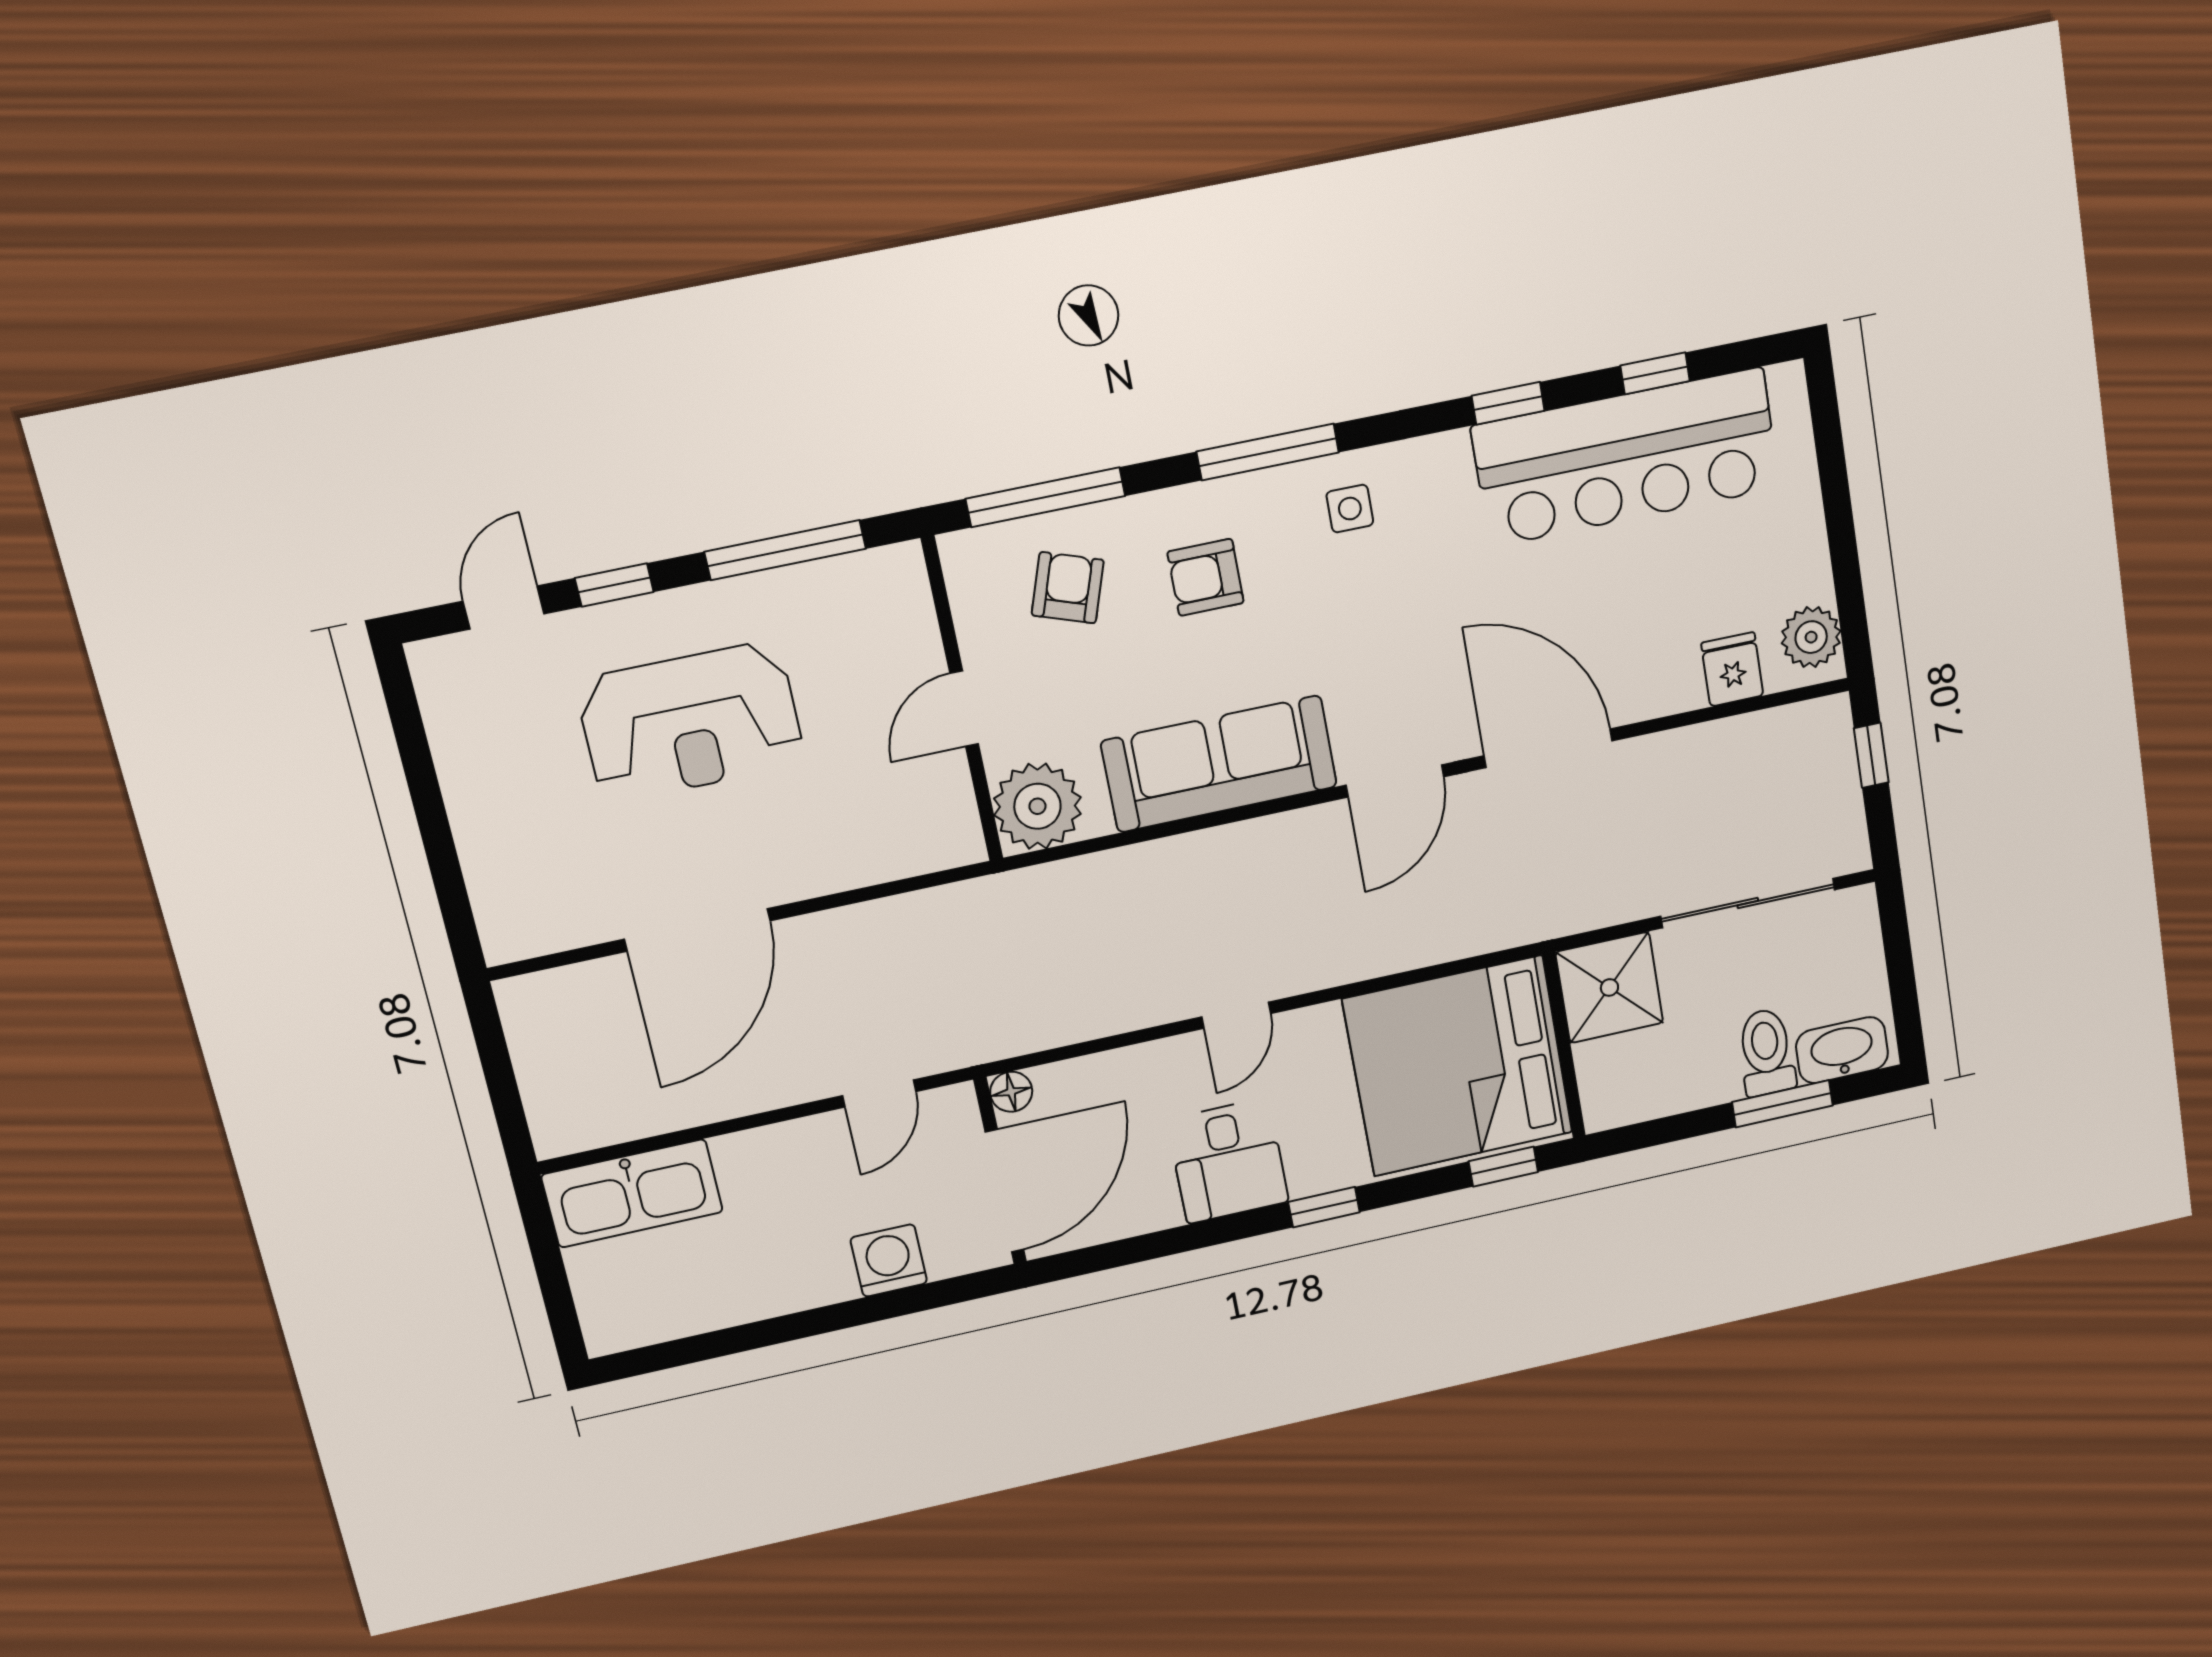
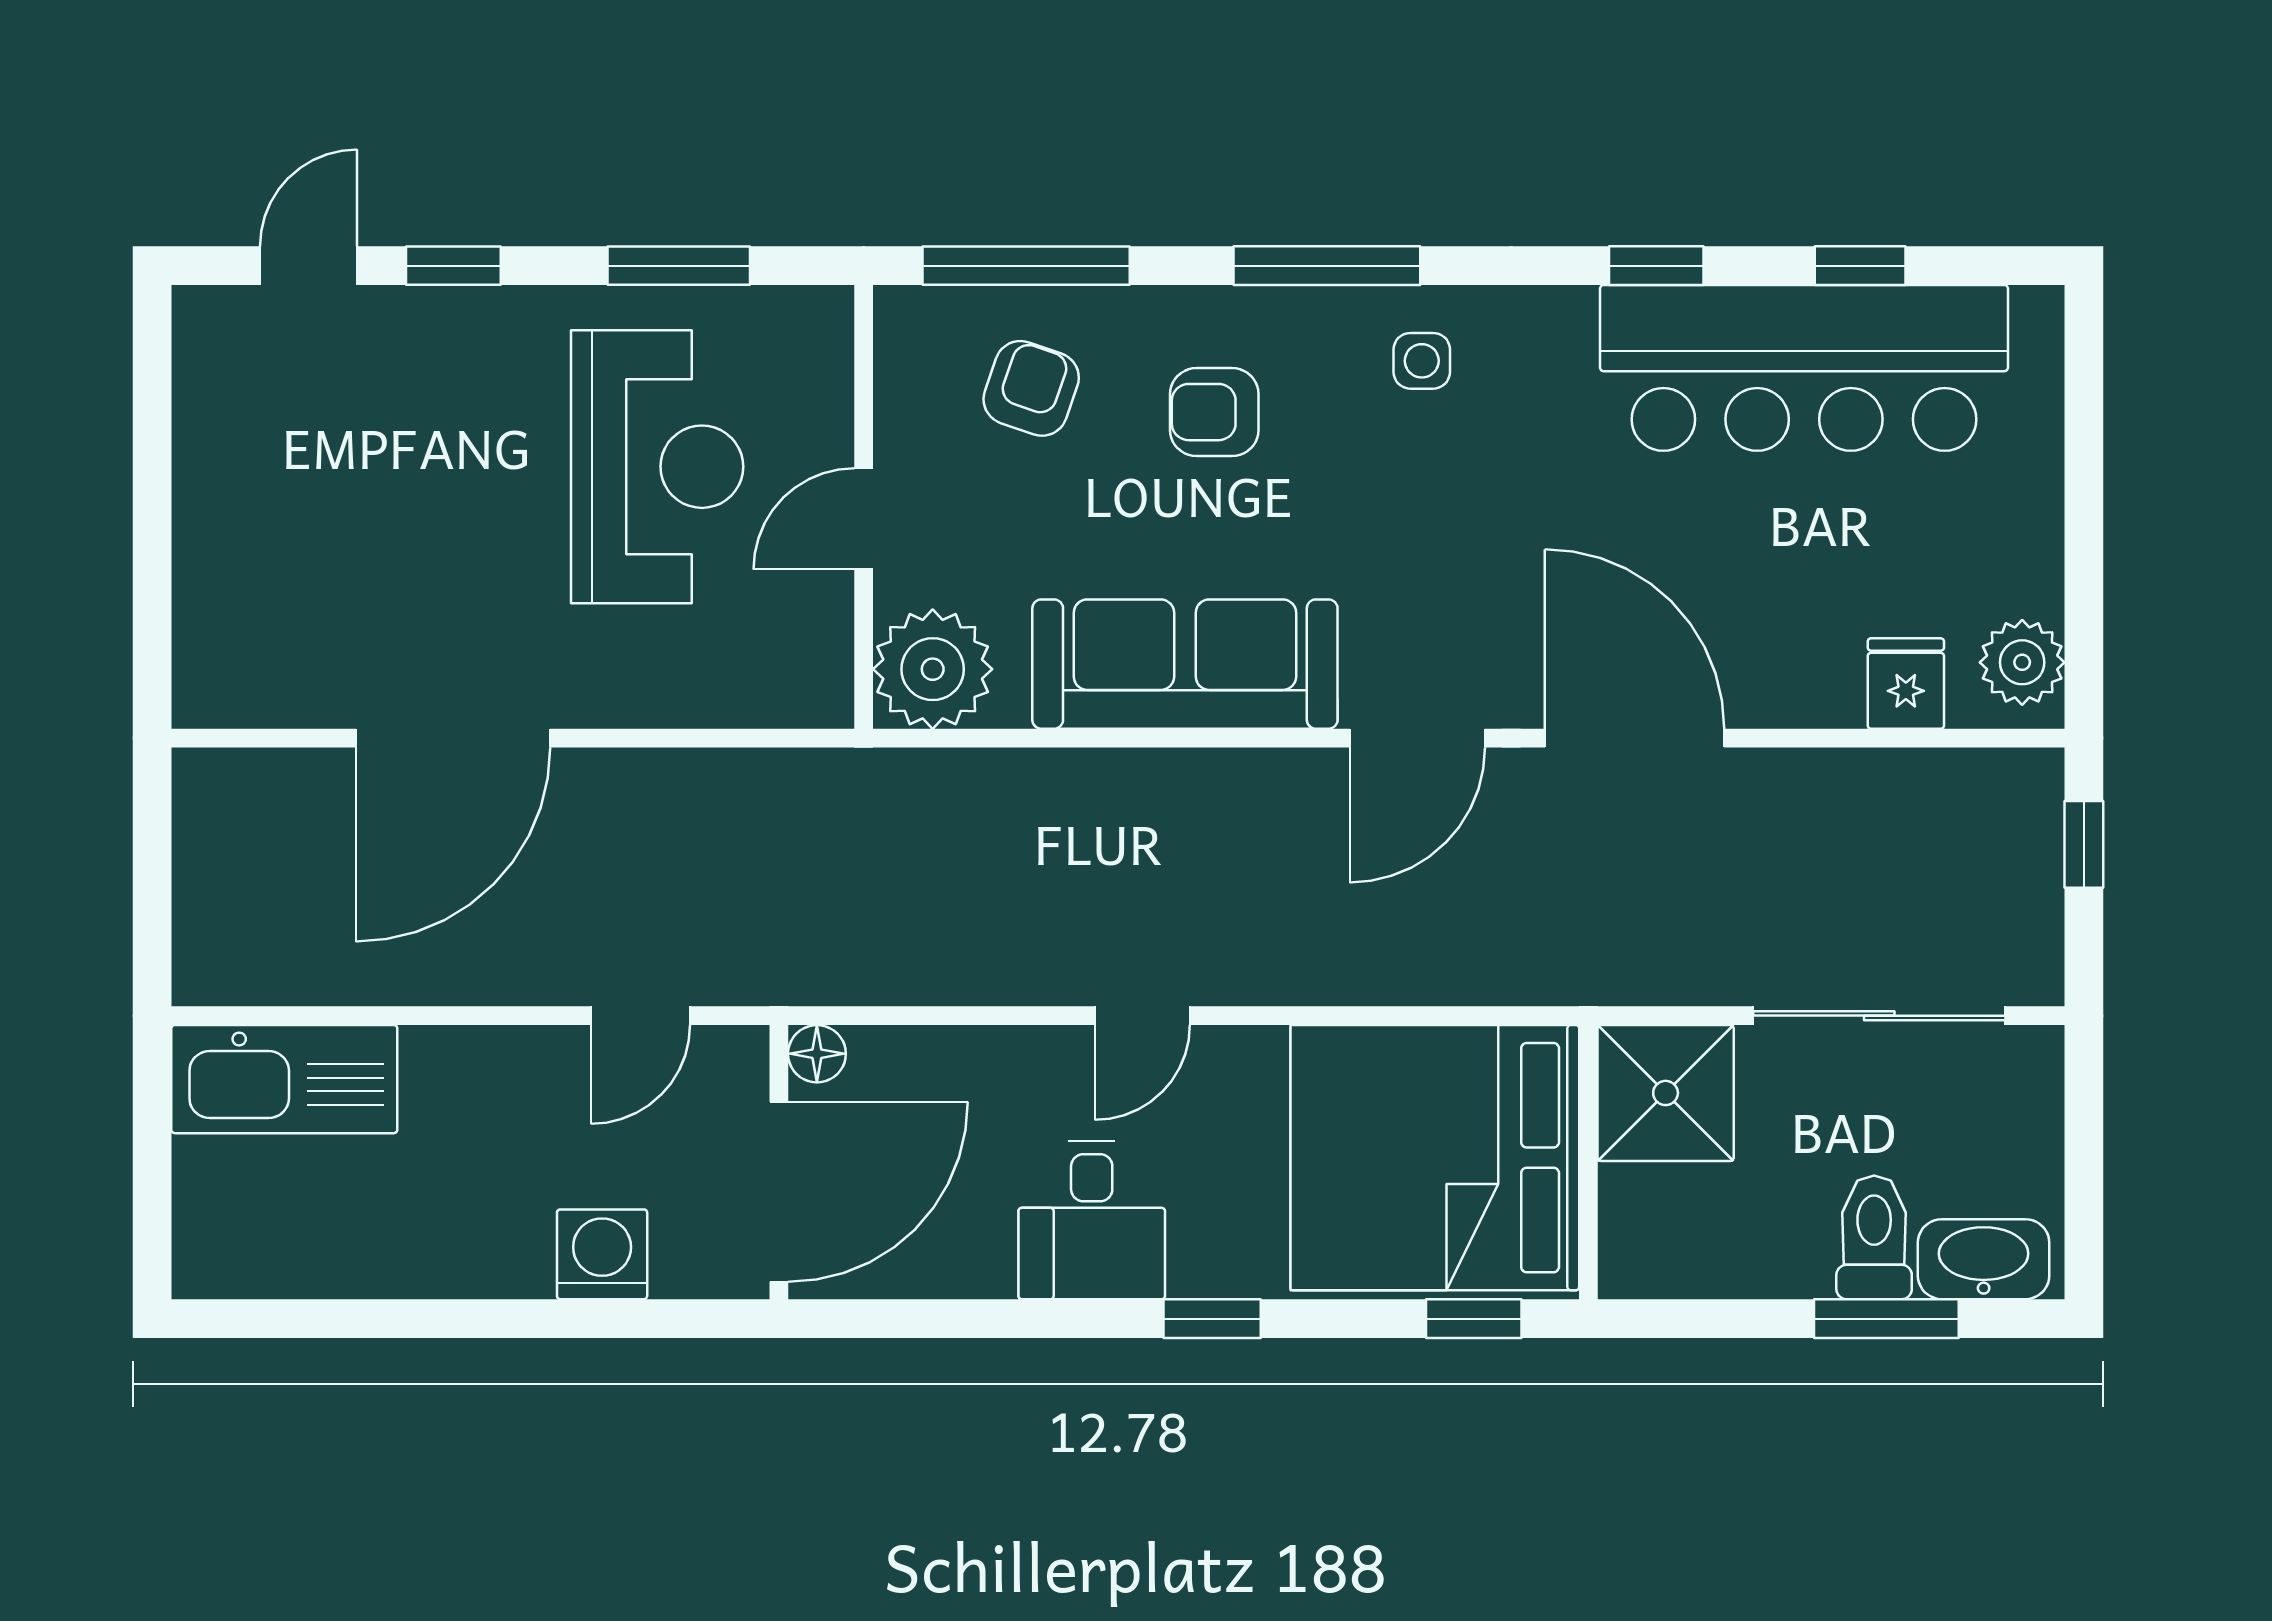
window: (785, 550) -> (679, 266), width x0.69
reception desk: (691, 722) -> (657, 467), moved, turned -90

